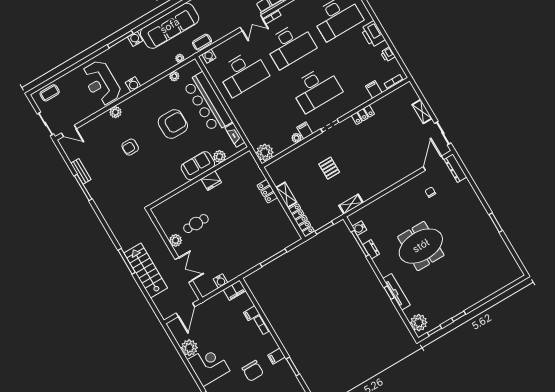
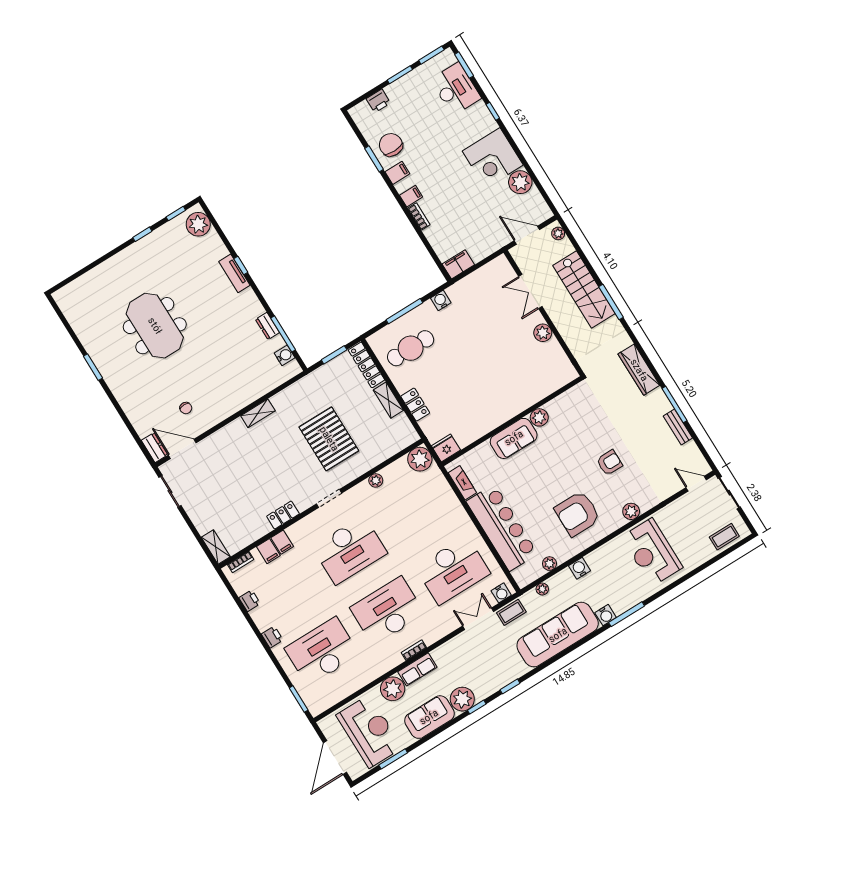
double door: (251, 23) -> (478, 619), moved
printer: (373, 34) -> (272, 637), width x0.53, depth x0.68
desk: (243, 73) -> (453, 570), turned 180
reception desk: (101, 83) -> (652, 552), turned 180
water cooler: (133, 84) -> (579, 568), moved
desk: (316, 89) -> (350, 550), turned 180
shelving: (422, 112) -> (216, 547), moved
armchair: (173, 124) -> (577, 514), moved
filing cabinet: (305, 130) -> (282, 542), moved
plant: (220, 156) -> (539, 417), moved
door: (433, 163) -> (182, 449), swing flipped
pallet: (329, 168) -> (329, 439), width x2.05, depth x2.00
dresser: (455, 168) -> (154, 448), width x0.70
fridge: (211, 181) -> (446, 448), moved
shelving: (351, 204) -> (258, 413), moved
wardrobe: (108, 213) -> (639, 370), added
cafe table: (196, 224) -> (411, 348), moved, width x1.37, depth x1.35
meeting table: (421, 246) -> (155, 326), moved, turned 90
water cooler: (220, 281) -> (441, 300), moved
tv unit: (397, 292) -> (234, 273), width x0.71
door: (185, 310) -> (527, 235), hinge flipped
plant: (163, 311) -> (558, 233), added
filing cabinet: (252, 313) -> (411, 196), moved
chair: (253, 371) -> (391, 145), moved

